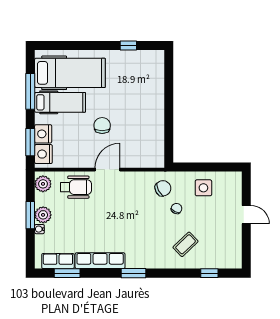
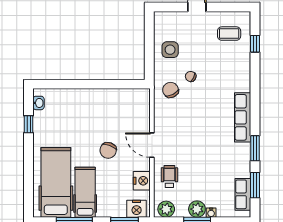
washbasin: (150, 55) -> (39, 103), added
chair: (102, 125) -> (108, 150), turned -69
nightstand: (43, 134) -> (142, 181), moved, turned -90
wheelchair: (76, 187) -> (169, 176), width x0.73, depth x0.73
coffee table: (186, 244) -> (229, 34), moved, turned -46
row of seats: (100, 261) -> (243, 117), moved
window: (134, 273) -> (255, 148), moved

